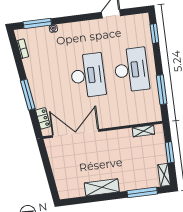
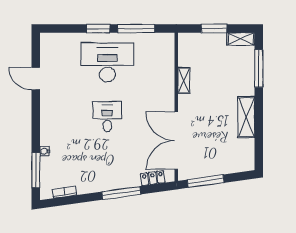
window: (154, 33) -> (98, 29), moved
desk: (88, 75) -> (107, 117), width x0.53, depth x0.77
shelving: (143, 131) -> (184, 81), moved
window: (46, 161) -> (206, 181), added

